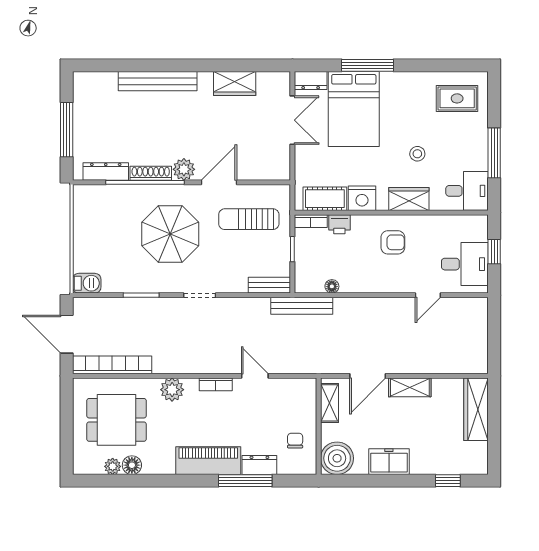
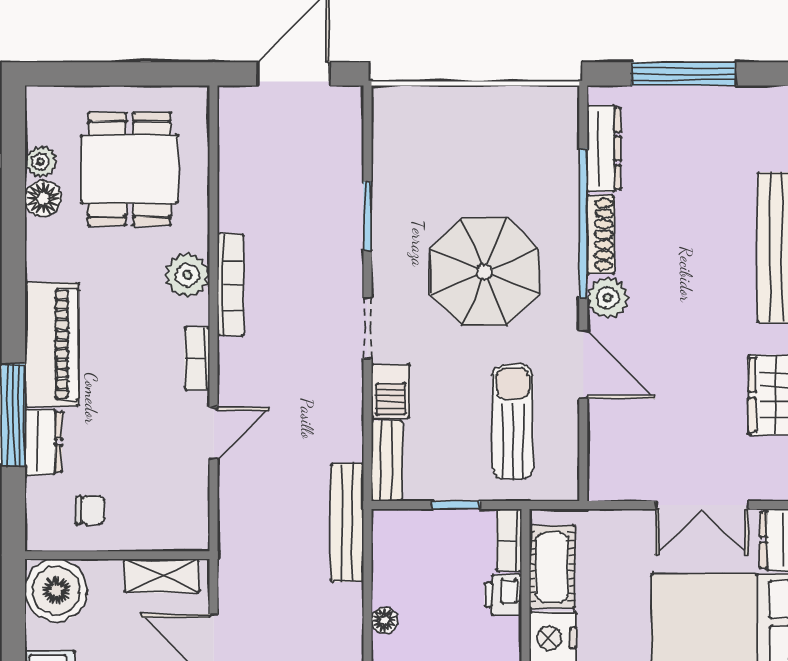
barbecue: (87, 283) -> (390, 391), moved
floor lamp: (332, 286) -> (385, 620), moved
bookcase: (112, 365) -> (230, 285), moved, width x0.68, depth x0.76

